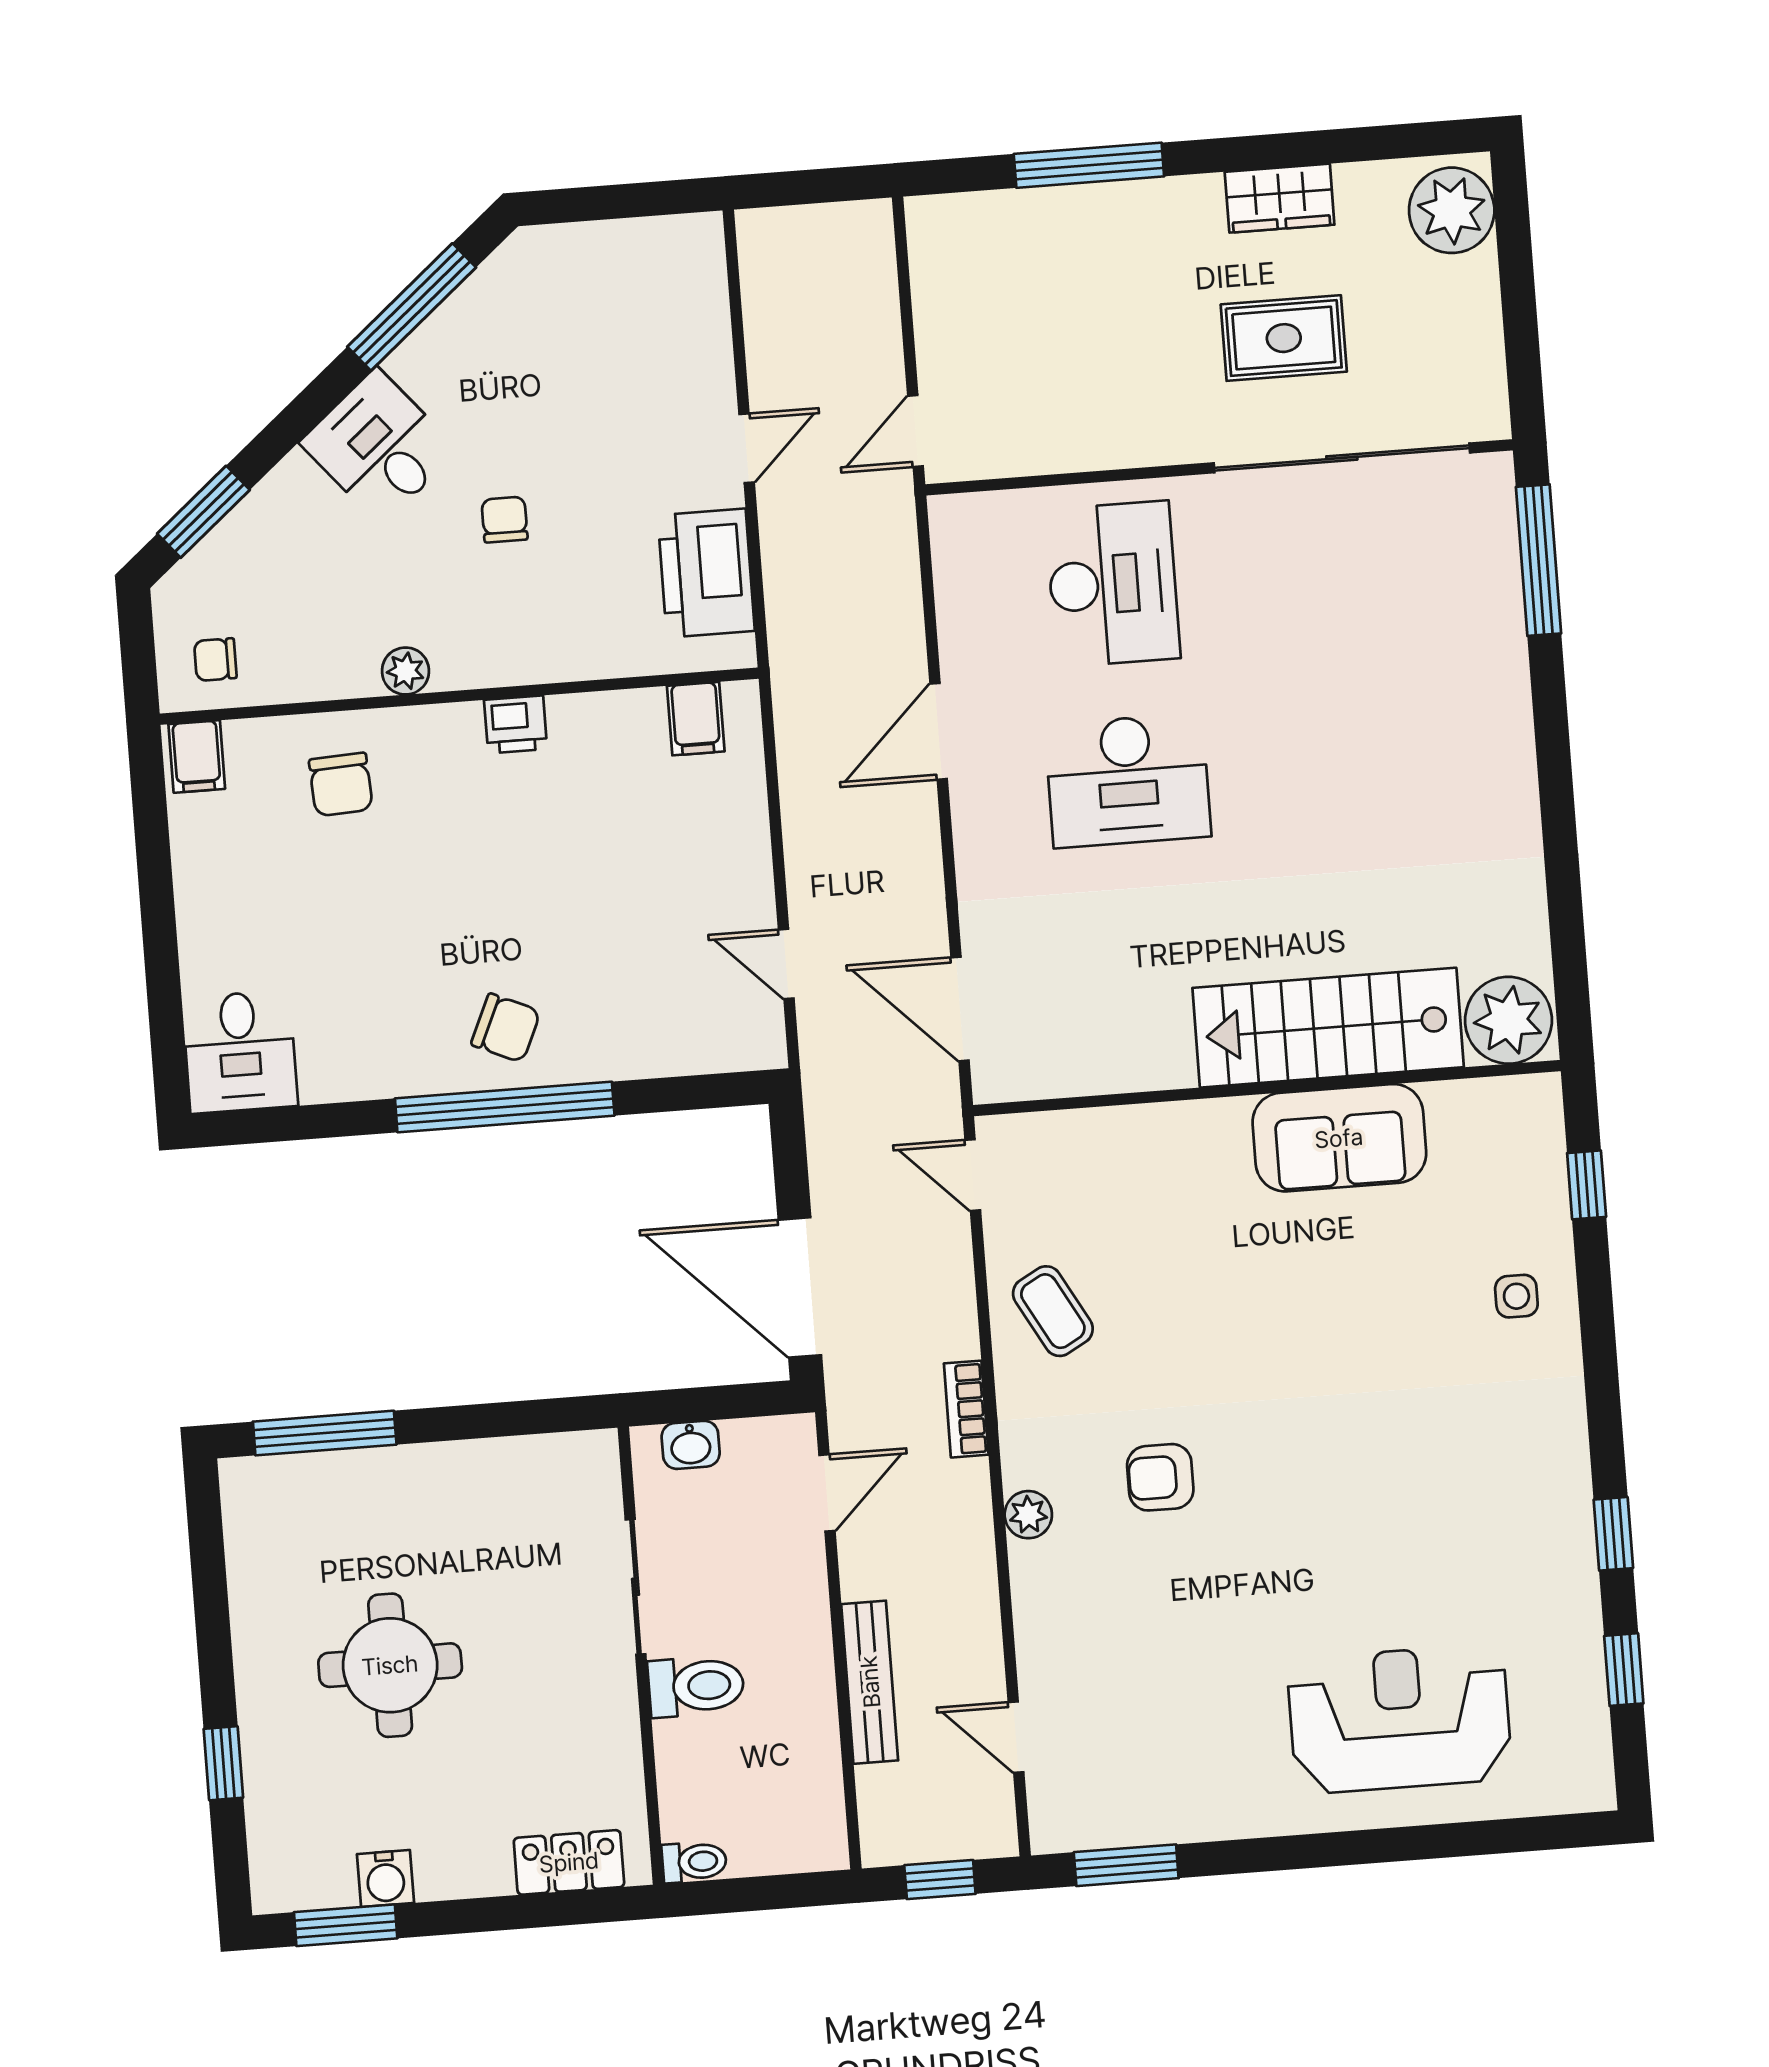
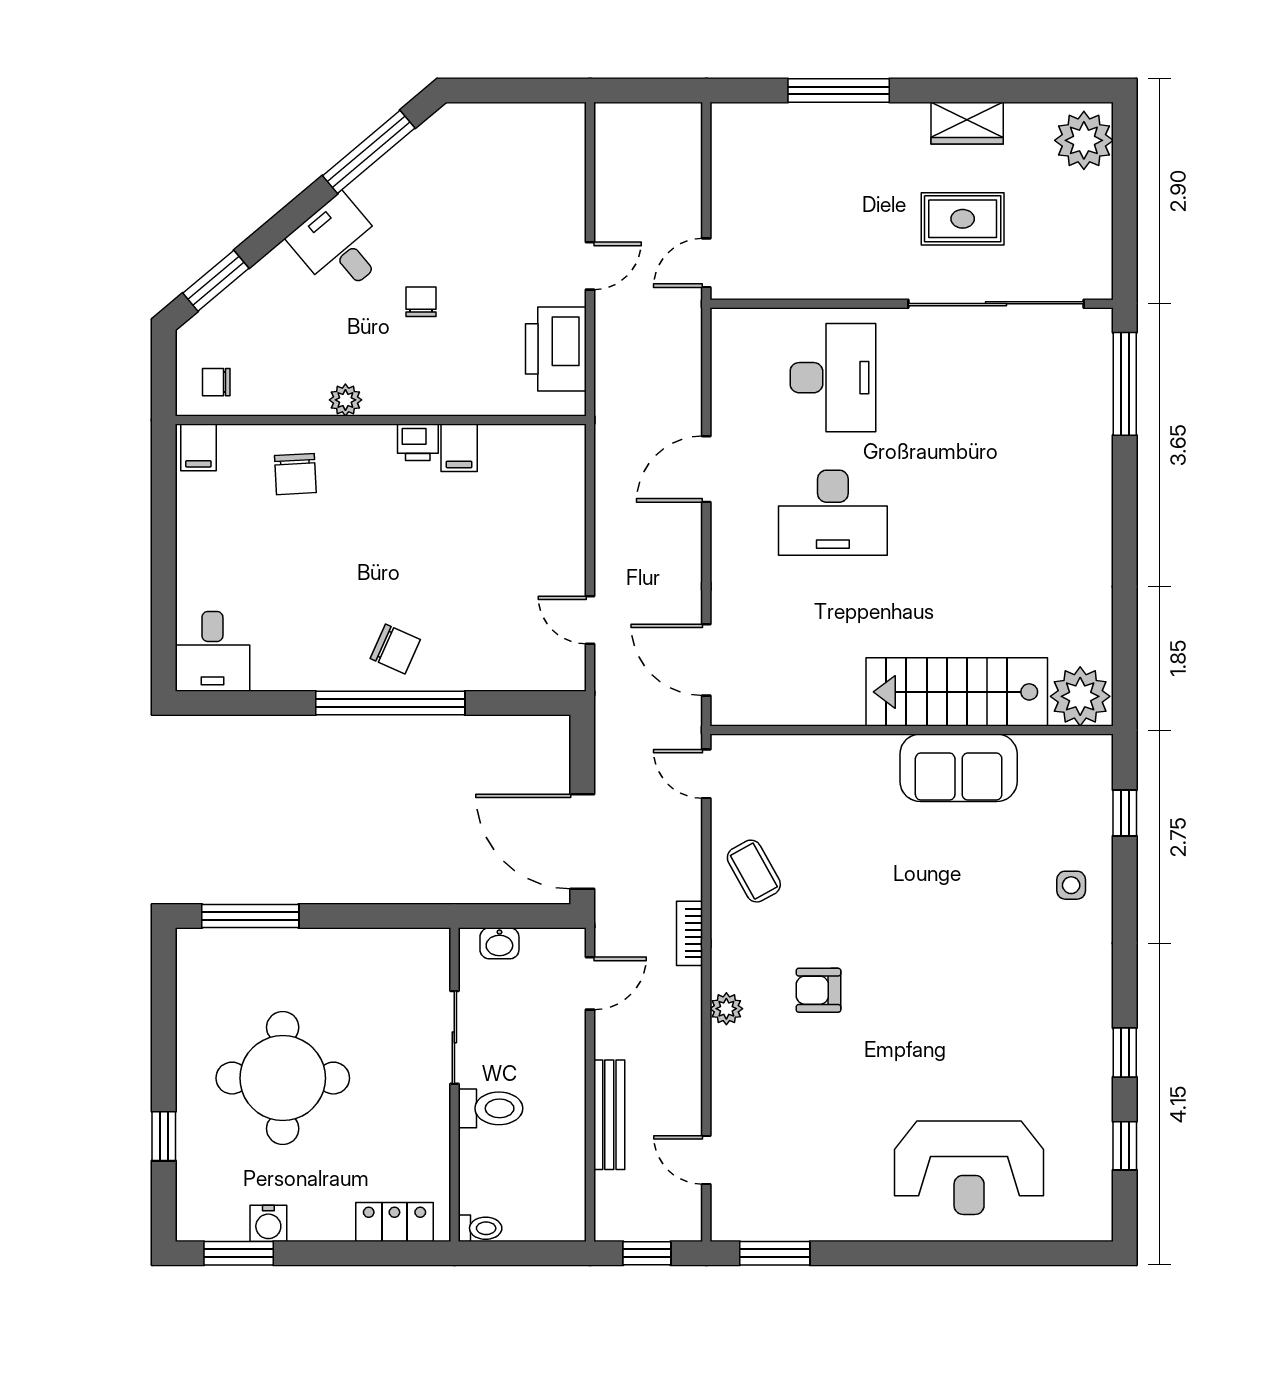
filing cabinet: (696, 719) -> (459, 448), moved
round table: (390, 1665) -> (283, 1078), width x1.36, depth x1.36
reception desk: (1399, 1719) -> (969, 1168), turned 180

